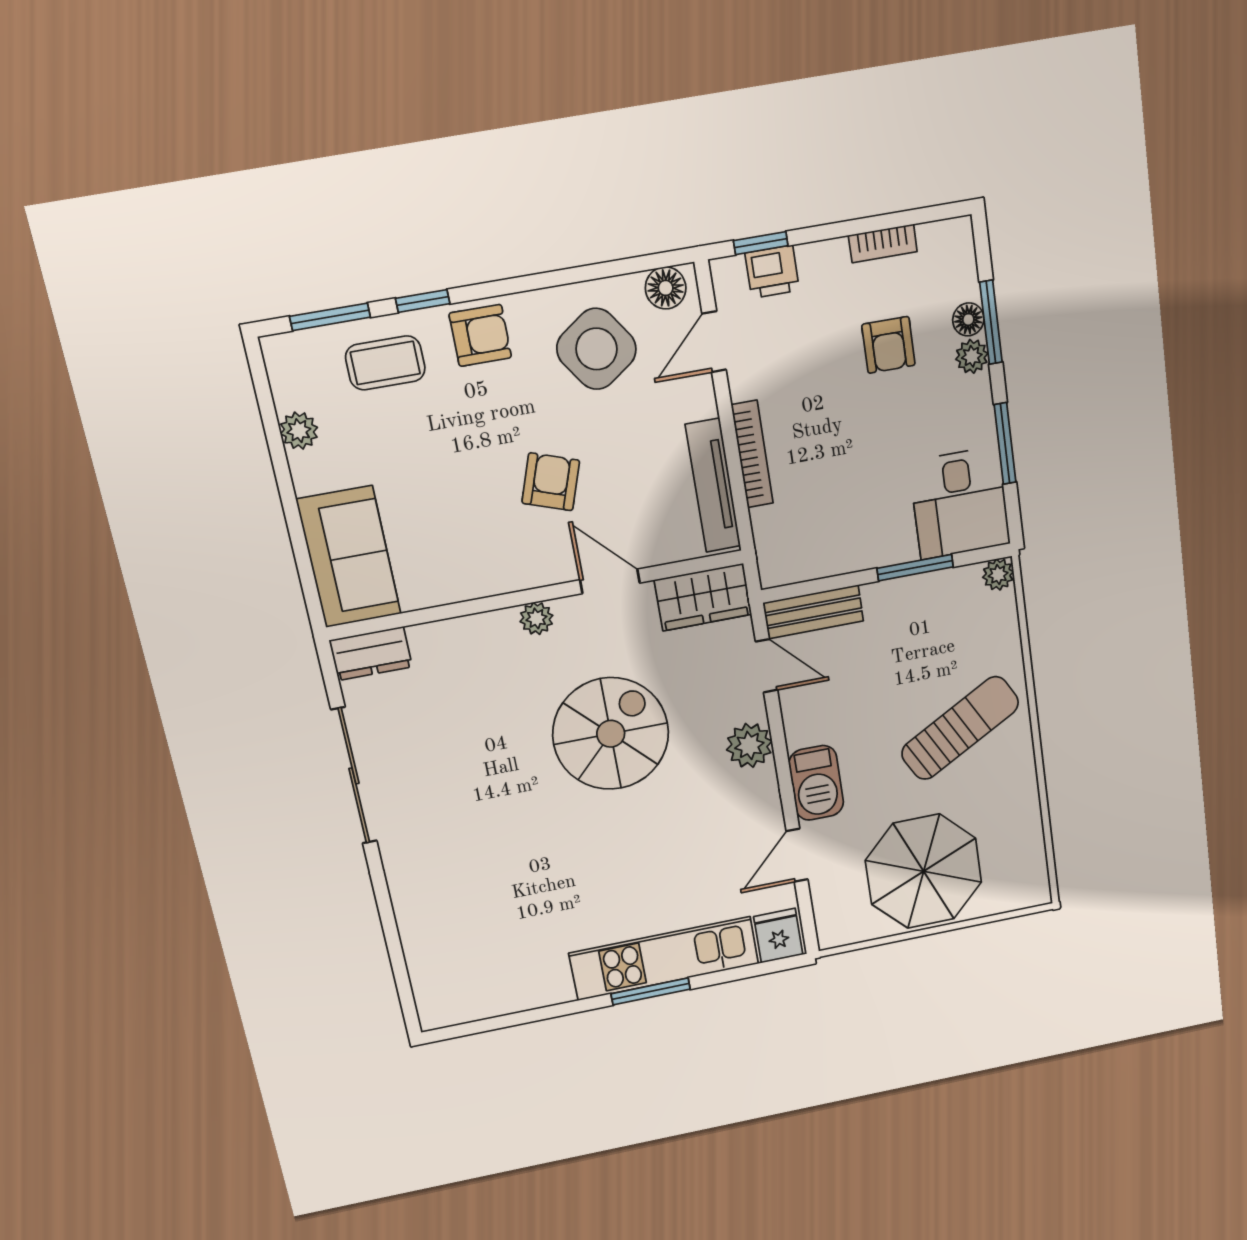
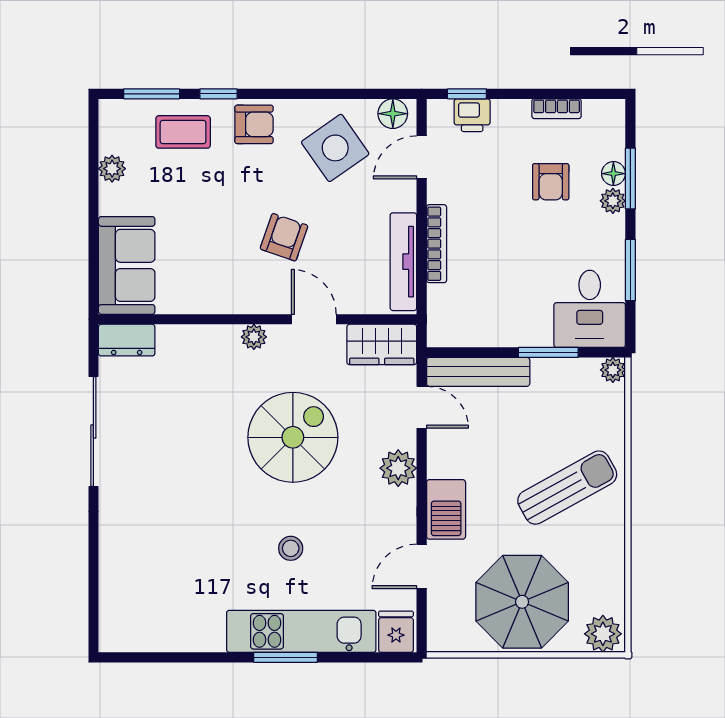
bench: (813, 612) -> (478, 372), width x1.36
stool: (633, 866) -> (291, 548), added
plant: (1024, 888) -> (603, 634), added

